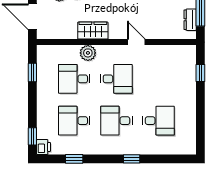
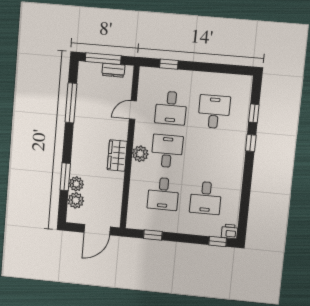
wardrobe: (93, 31) -> (117, 156), moved
door: (136, 42) -> (133, 110), moved
plant: (88, 53) -> (140, 154), moved
desk: (116, 121) -> (171, 108), moved
window: (74, 159) -> (254, 113), moved

